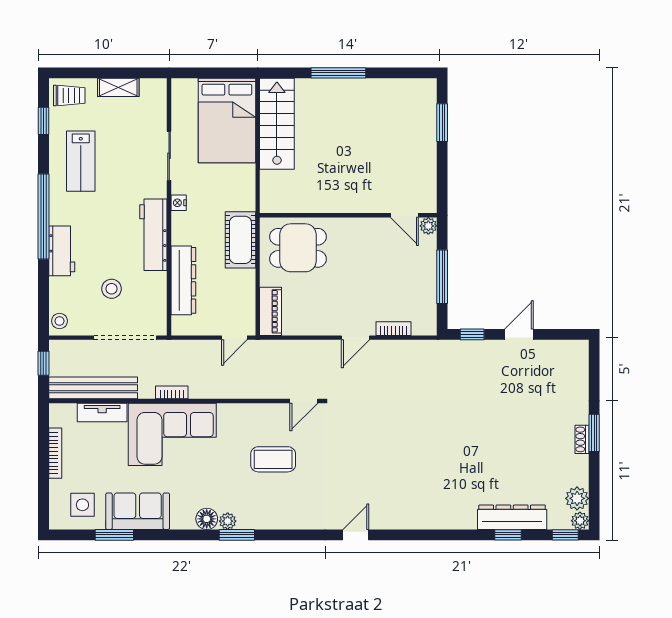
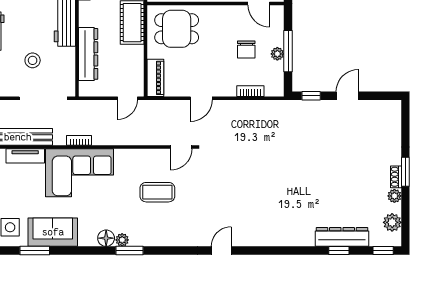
plant: (428, 226) -> (277, 54), moved
chair: (388, 275) -> (246, 50), added
door: (356, 338) -> (201, 98), moved
plant: (580, 521) -> (394, 196), moved

